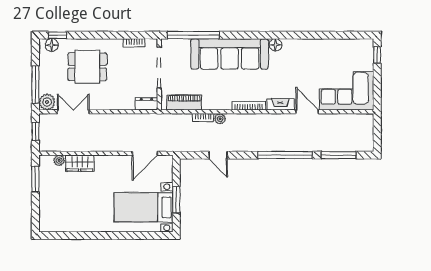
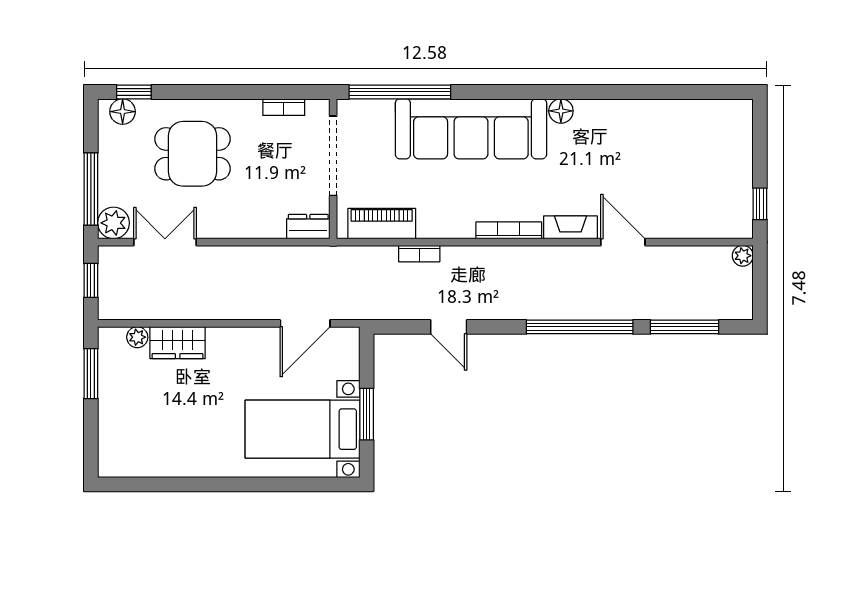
window: (377, 55) -> (760, 204), moved
corner sofa: (347, 91) -> (700, 201), removed
plant: (220, 119) -> (743, 256), moved

